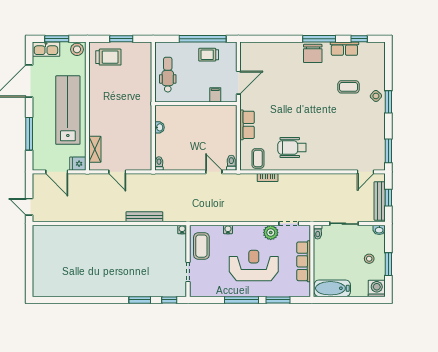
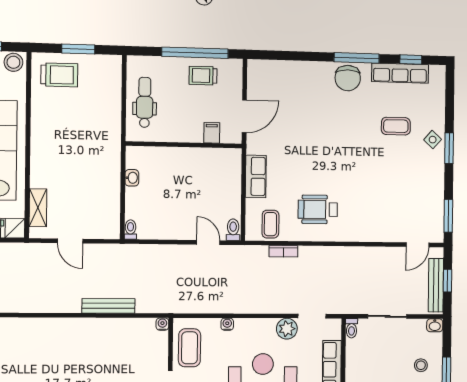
row of seats: (344, 49) -> (400, 73), width x1.48

